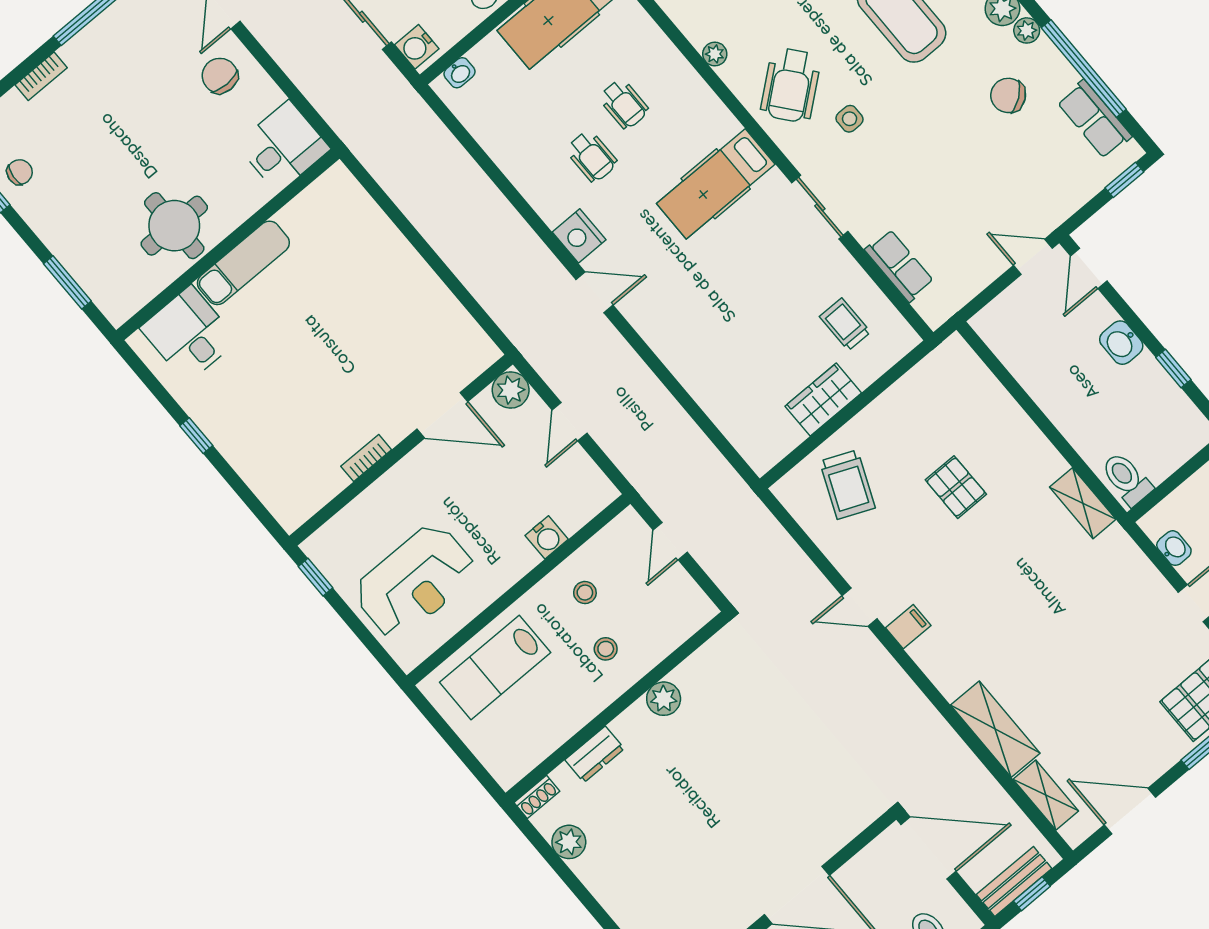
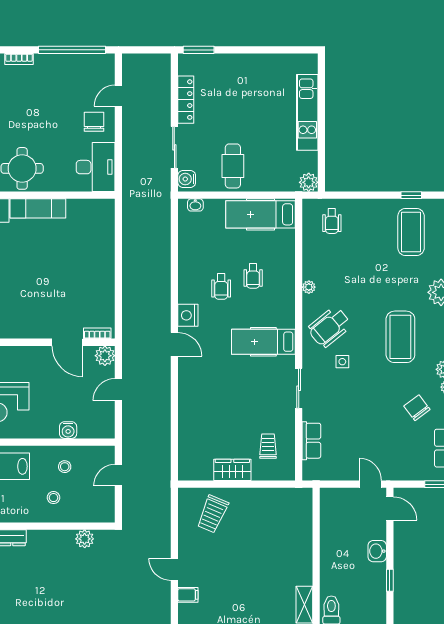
desk: (283, 147) -> (96, 167), width x1.37
door: (1089, 268) -> (390, 509), swing flipped
bookcase: (366, 458) -> (97, 333), moved
pallet: (956, 487) -> (257, 553), removed
plant: (664, 699) -> (85, 539), moved

